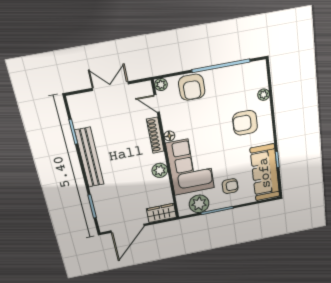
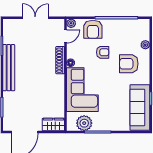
door: (157, 103) -> (66, 36), swing flipped
plant: (160, 170) -> (59, 89), removed
armchair: (230, 186) -> (103, 52), moved

